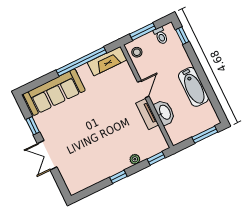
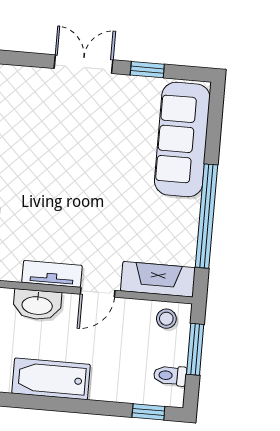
fireplace: (107, 61) -> (158, 279), moved, turned 90
door: (143, 89) -> (98, 292), hinge flipped

